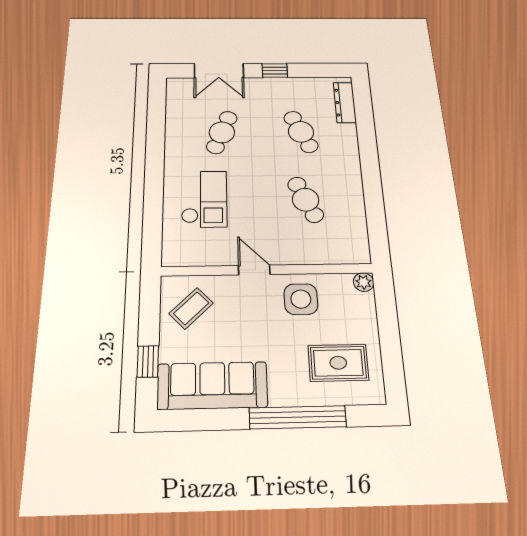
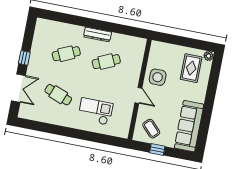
dresser: (345, 102) -> (97, 35), moved
door: (254, 270) -> (138, 95), swing flipped
plant: (364, 282) -> (208, 56), moved
window: (148, 361) -> (157, 149), moved
window: (298, 417) -> (211, 92), removed

